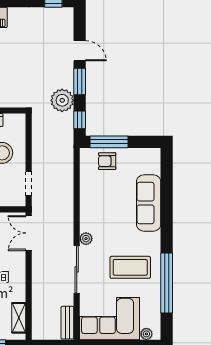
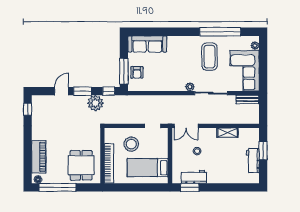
sofa: (149, 203) -> (147, 44), moved
shelving: (19, 318) -> (227, 133), moved

